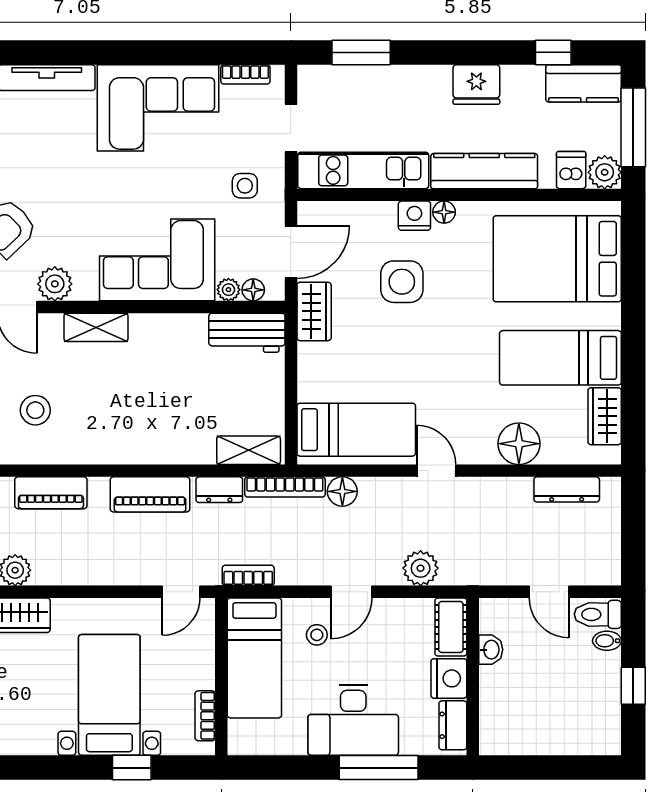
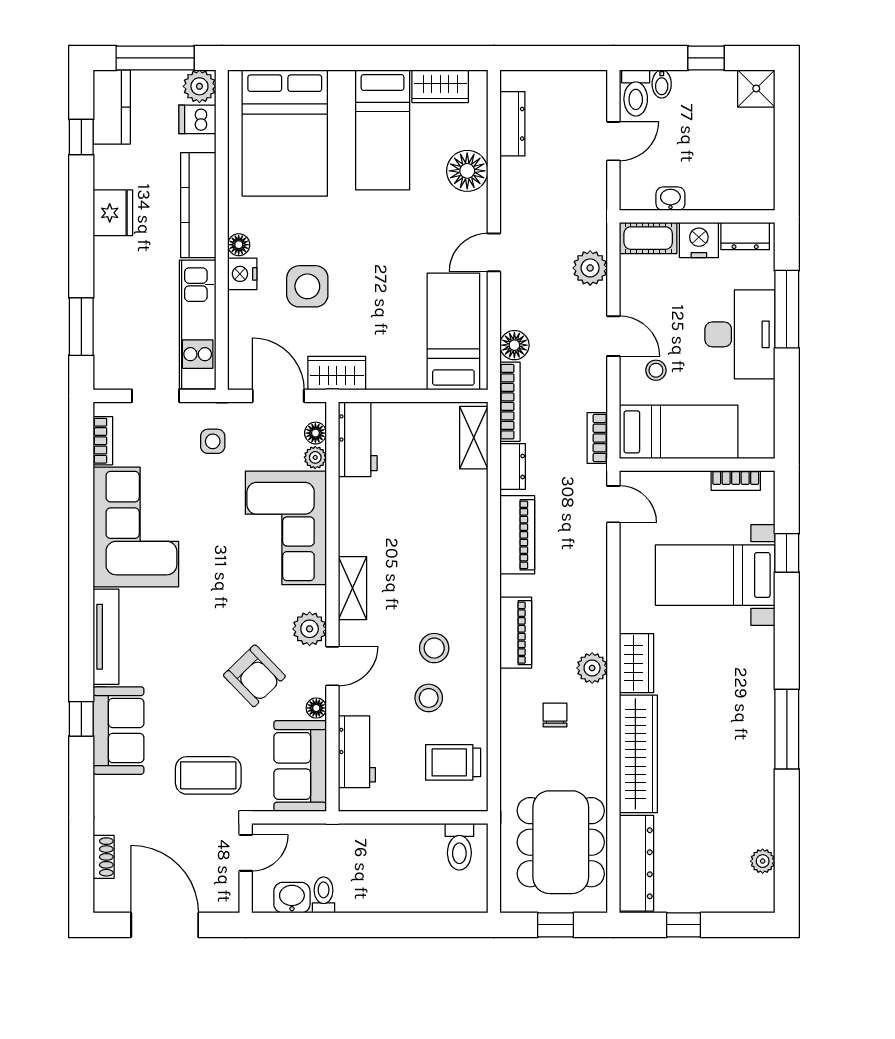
shower: (602, 737) -> (756, 88), added

